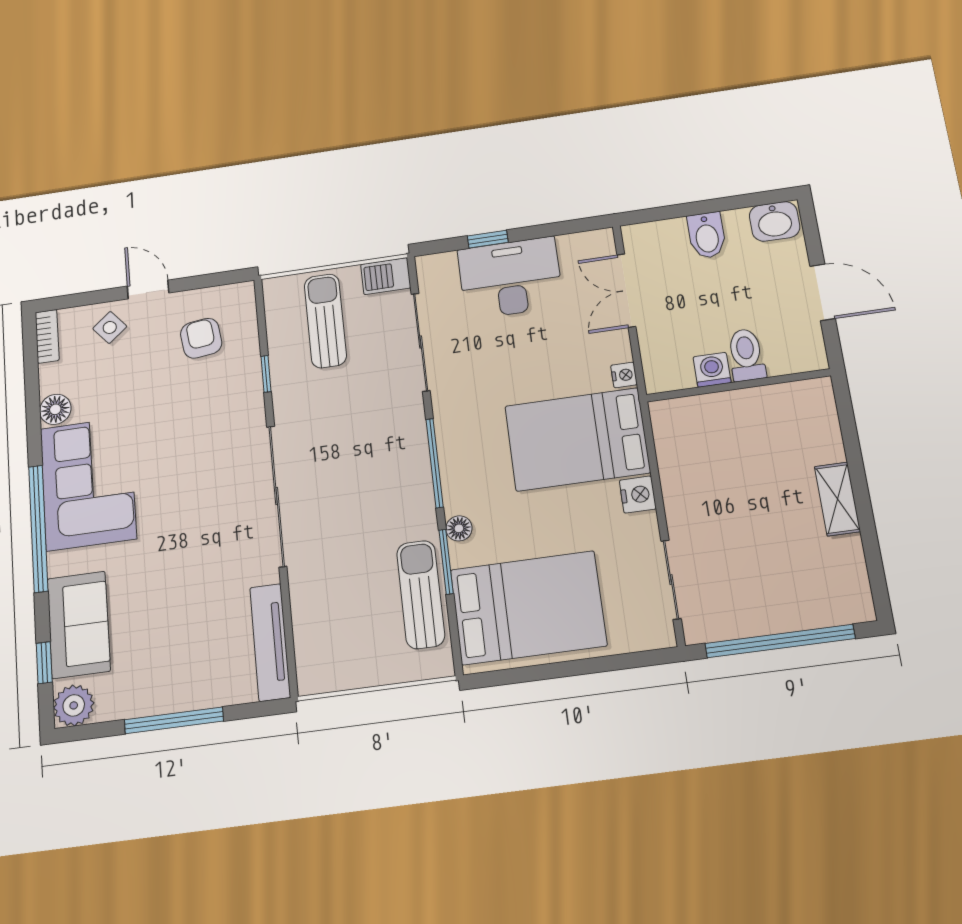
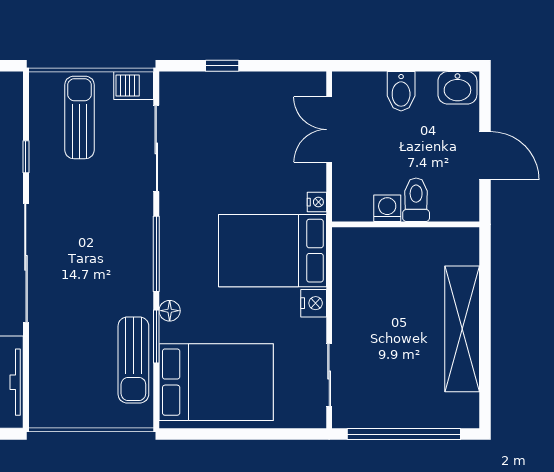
desk: (510, 278) -> (236, 103), removed
shelving: (837, 499) -> (462, 329), width x2.20, depth x1.33
sun lounger: (421, 594) -> (133, 360), turned 180

